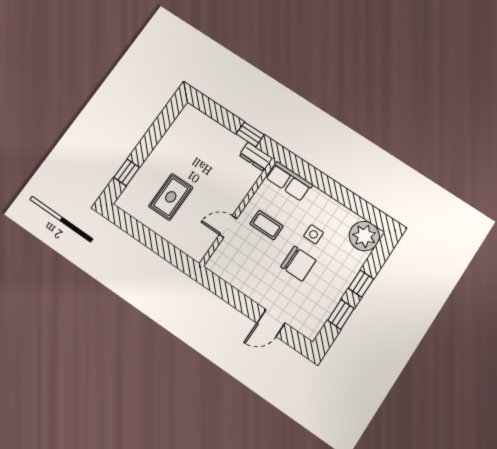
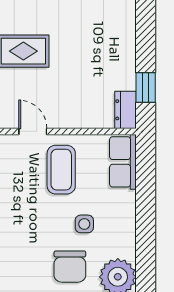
coffee table: (266, 225) -> (61, 170), width x1.36, depth x1.30
chair: (298, 264) -> (70, 267), moved

